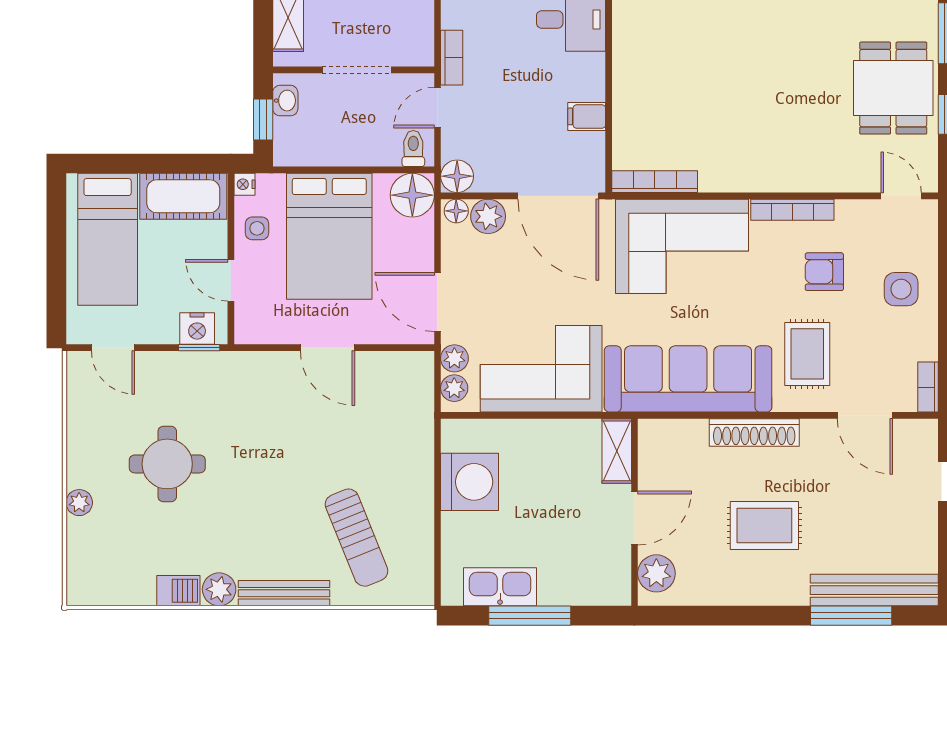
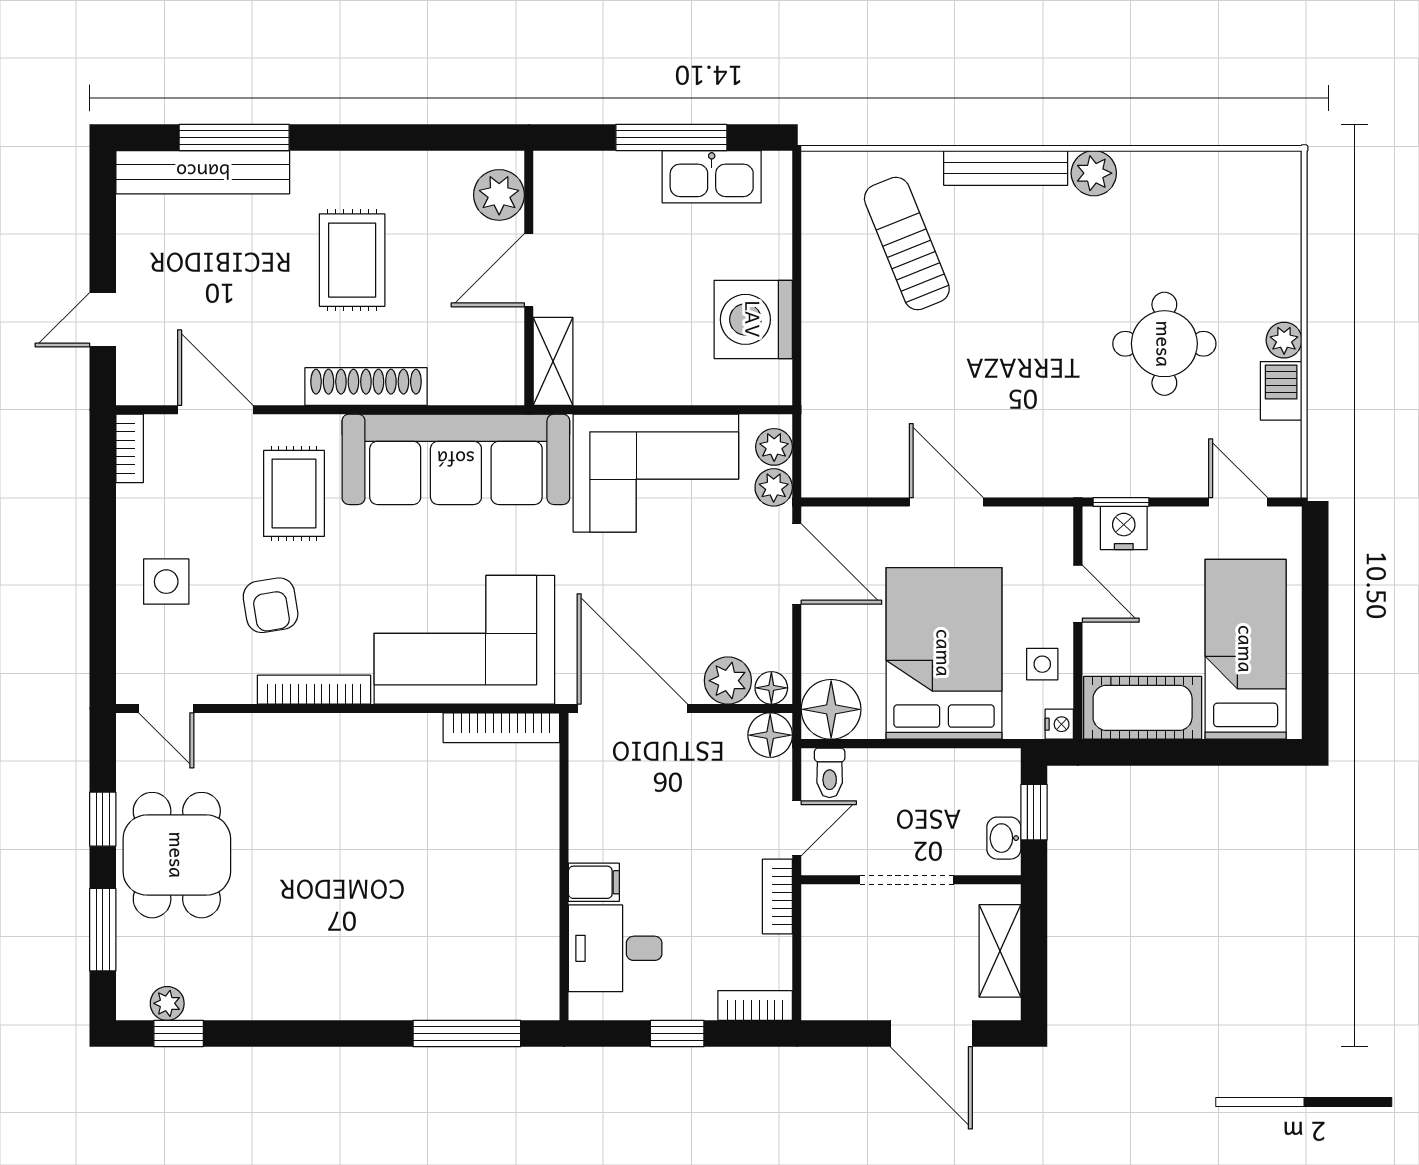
filing cabinet: (587, 116) -> (594, 882), moved
armchair: (824, 272) -> (271, 605), turned 81
plant: (79, 503) -> (1284, 340), moved
rug: (764, 526) -> (352, 260), turned 90
barbecue: (178, 591) -> (1281, 391), moved, turned 90

